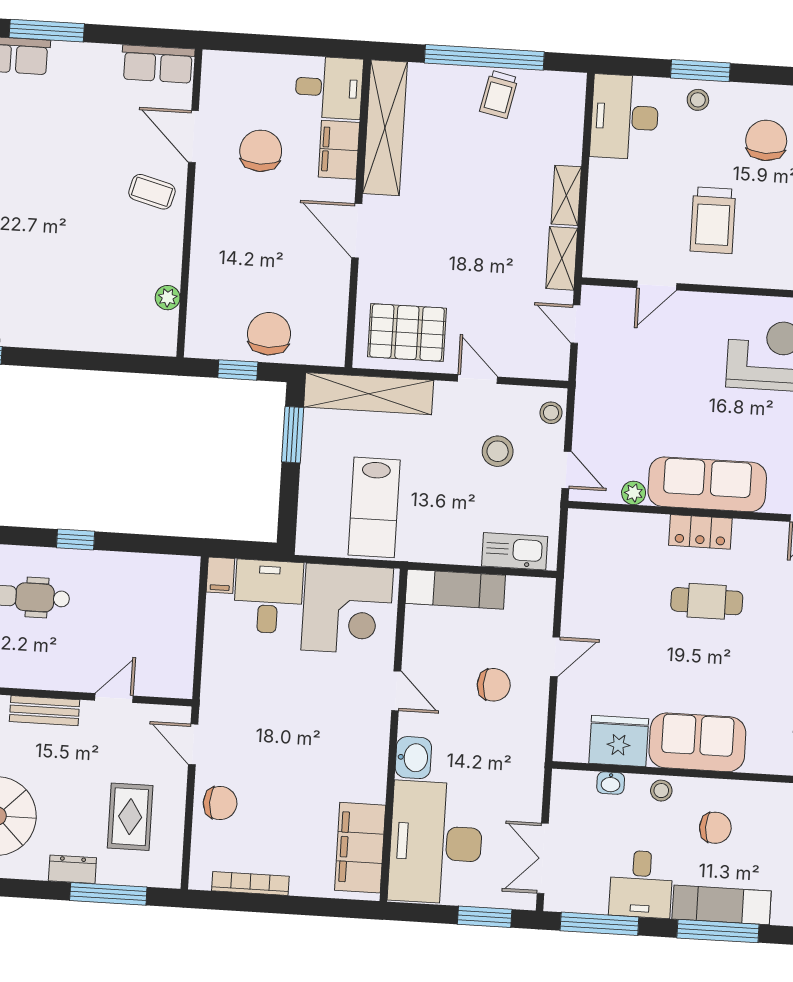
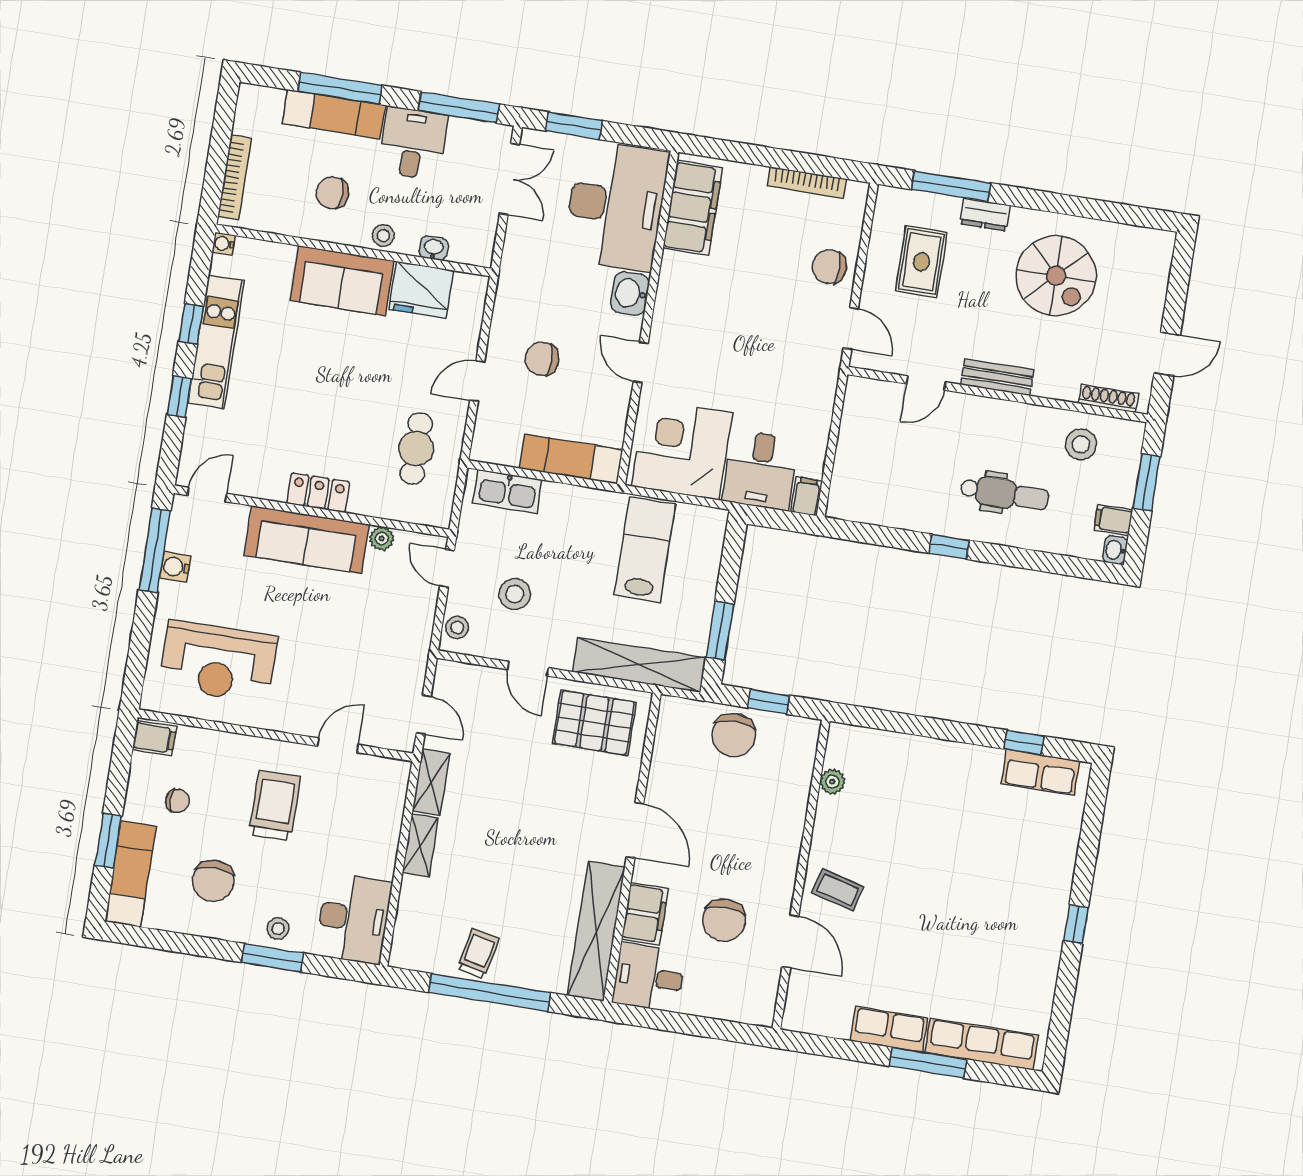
row of seats: (158, 64) -> (889, 1029), moved
cafe table: (707, 601) -> (416, 448), moved, turned 90

